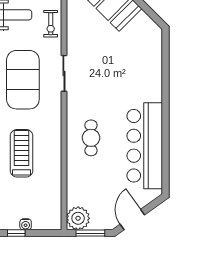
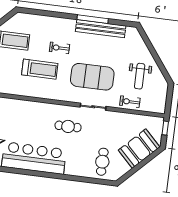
cafe table: (138, 51) -> (102, 162), added
cafe table: (91, 138) -> (68, 126), moved

